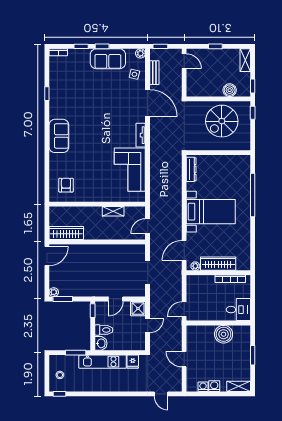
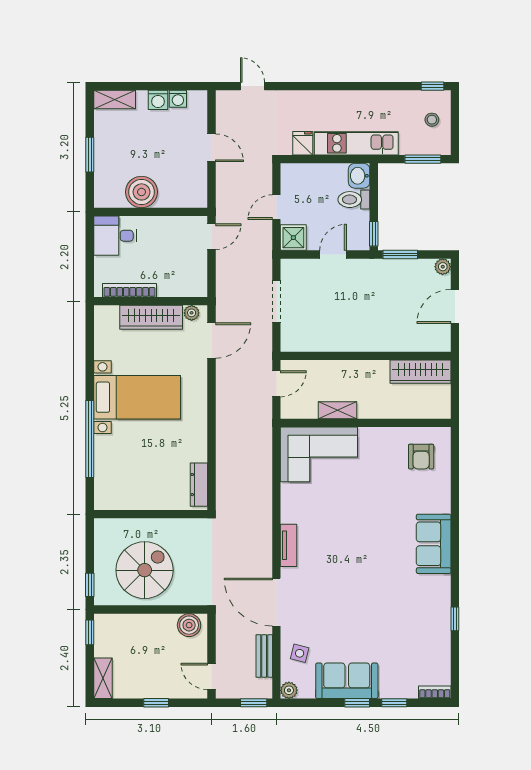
boiler: (230, 90) -> (189, 625), moved
corner sofa: (130, 170) -> (319, 454), moved, turned 90
bed with nightstands: (211, 212) -> (137, 397), moved, turned 180
door: (47, 256) -> (455, 306), moved
window: (63, 299) -> (400, 255), moved
window: (76, 353) -> (423, 159), moved

